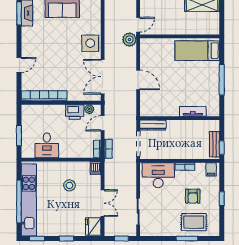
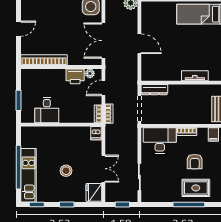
stool: (69, 185) -> (66, 171), moved
kitchen unit: (29, 200) -> (29, 175), width x0.73
window: (187, 239) -> (189, 205), width x1.44

